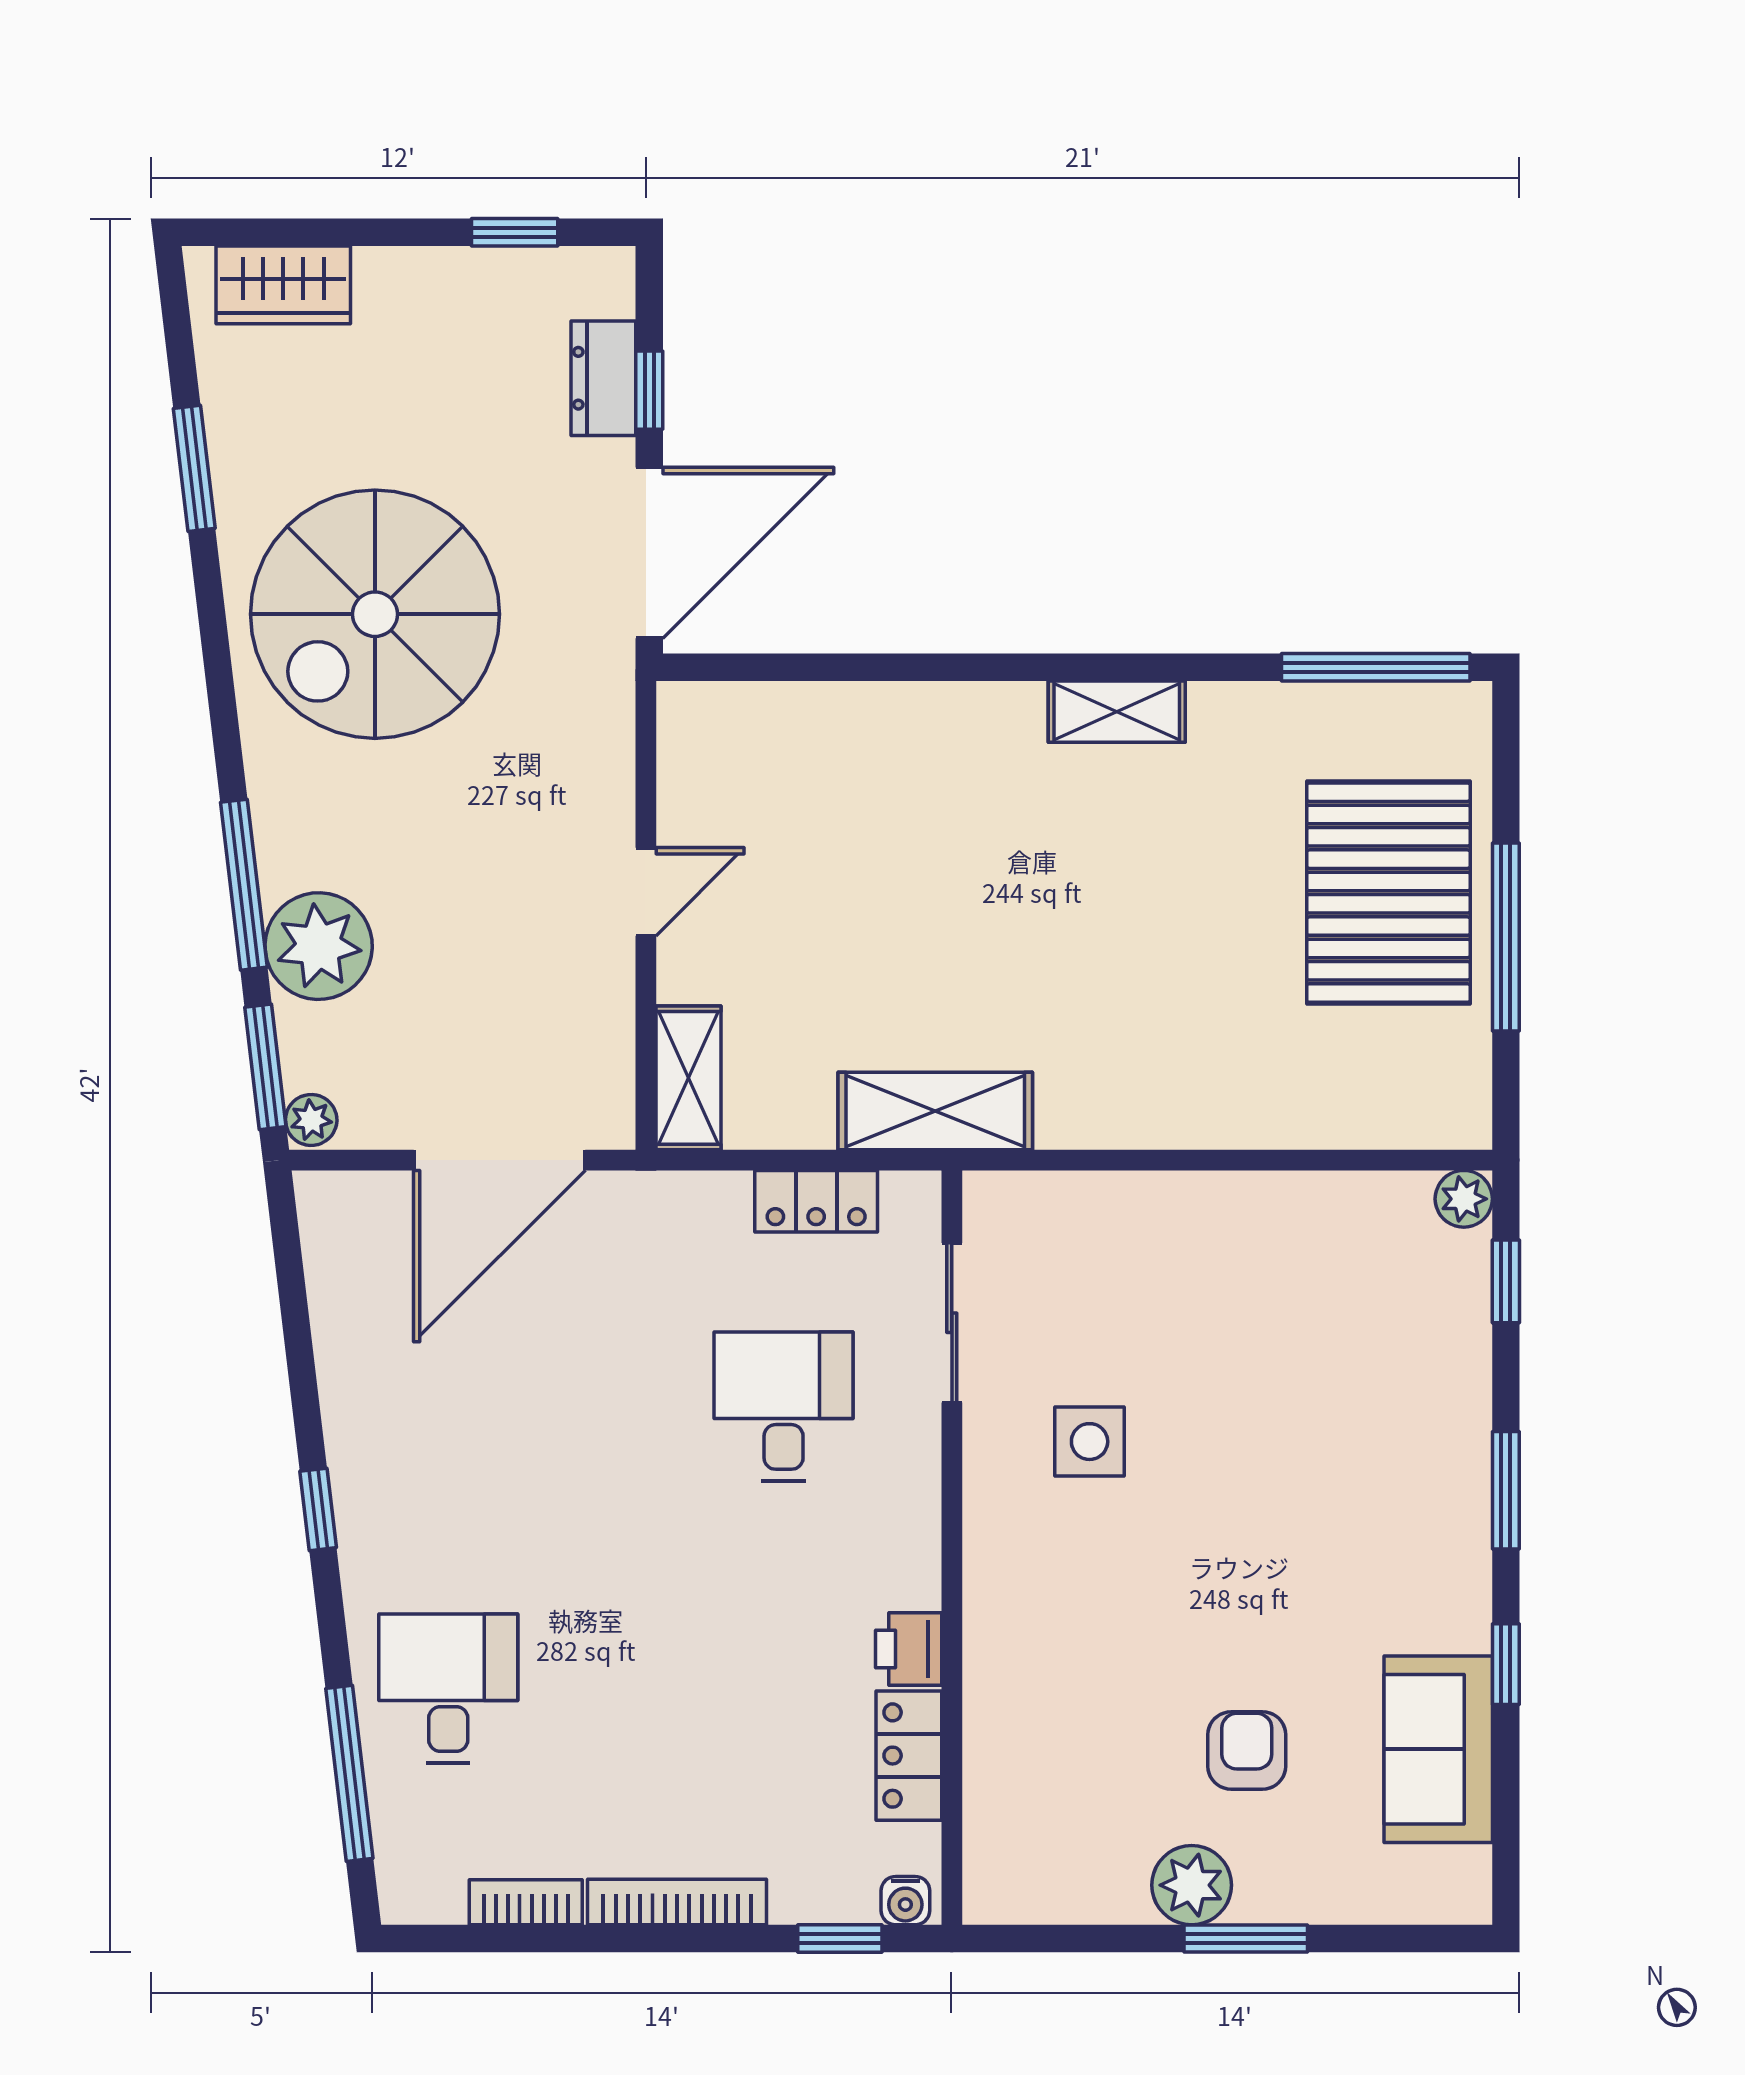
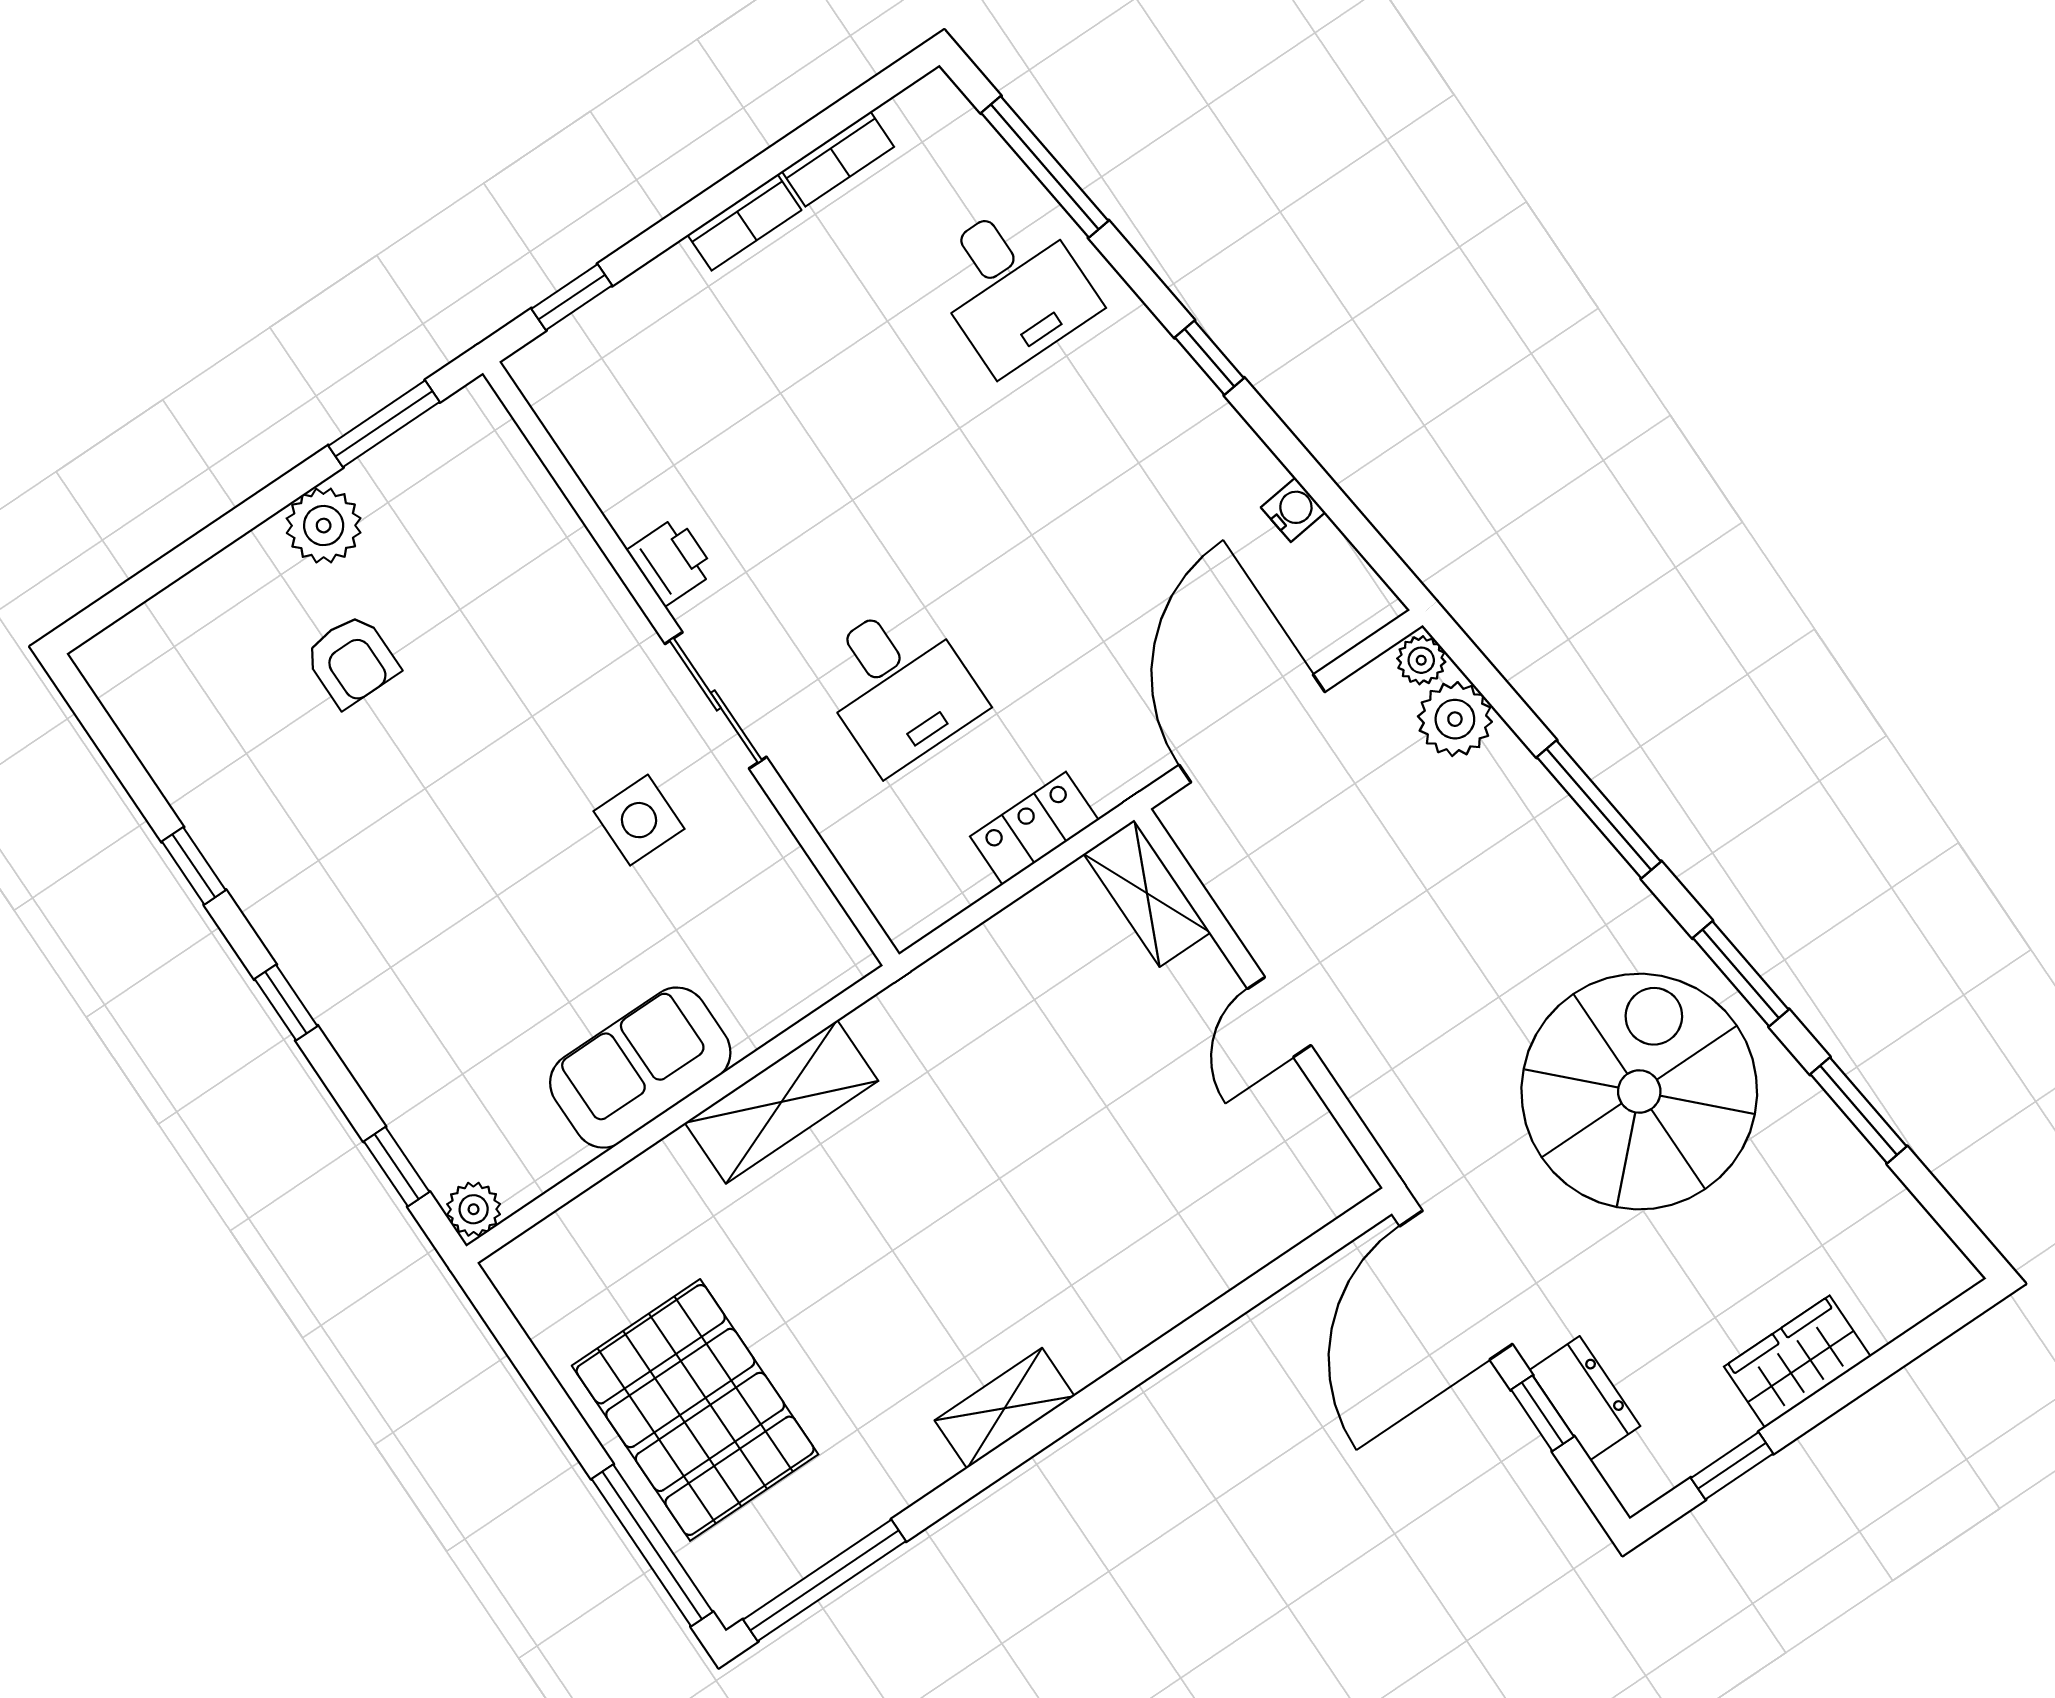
wardrobe: (283, 285) -> (1797, 1362), moved
window: (1506, 937) -> (652, 1545), moved
plant: (319, 946) -> (1455, 719), moved, width x0.73, depth x0.73
window: (265, 1067) -> (1741, 974), moved
shelving: (935, 1111) -> (782, 1102), moved
locker: (816, 1201) -> (1034, 828), moved
sliding door: (952, 1323) -> (716, 700), moved
window: (1506, 1490) -> (286, 1002), width x0.67
sofa: (1438, 1749) -> (640, 1068), moved, turned -90
locker: (909, 1756) -> (614, 478), removed
water cooler: (905, 1901) -> (1293, 510), moved, turned 83
bookcase: (677, 1902) -> (744, 222), width x0.64
window: (1246, 1938) -> (384, 424), moved

